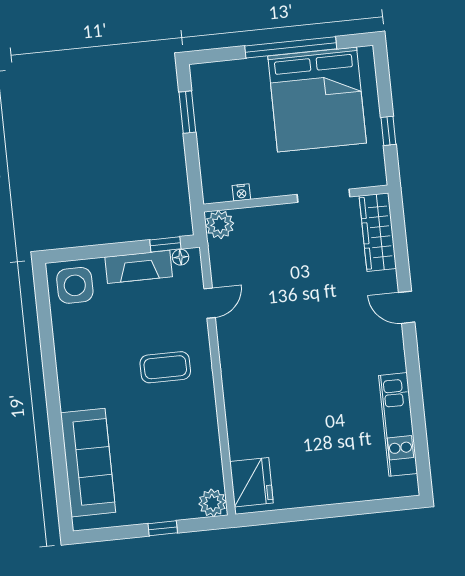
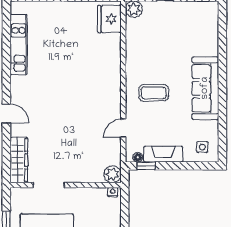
nightstand: (241, 192) -> (113, 192), moved
side table: (75, 285) -> (202, 147), width x0.54, depth x0.54
sofa: (88, 463) -> (205, 88), moved

